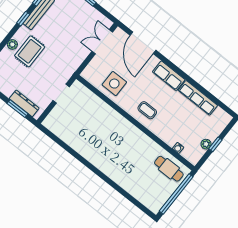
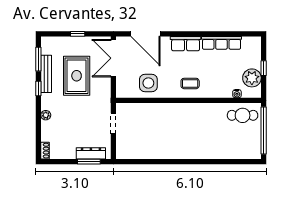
double door: (102, 42) -> (113, 58), width x1.37
rug: (30, 51) -> (77, 76), moved, width x1.36, depth x1.43
plant: (206, 144) -> (252, 78), width x1.87, depth x1.87

